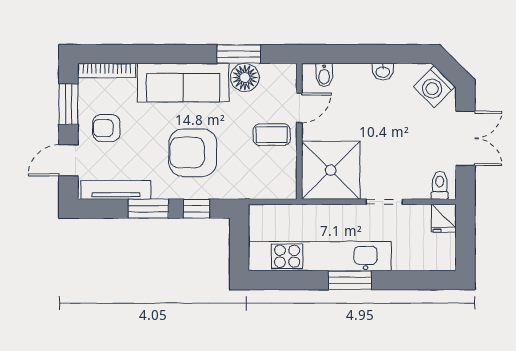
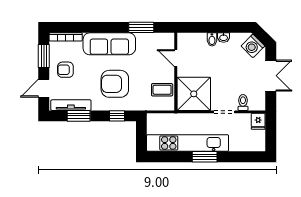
bidet: (324, 75) -> (212, 39), moved
floor lamp: (245, 77) -> (145, 41), removed
door: (299, 108) -> (176, 58), swing flipped
coffee table: (272, 135) -> (162, 90), moved
toilet: (440, 185) -> (243, 102), moved
window: (148, 209) -> (79, 116), moved

